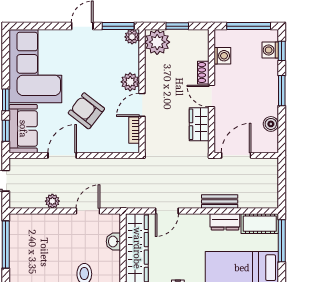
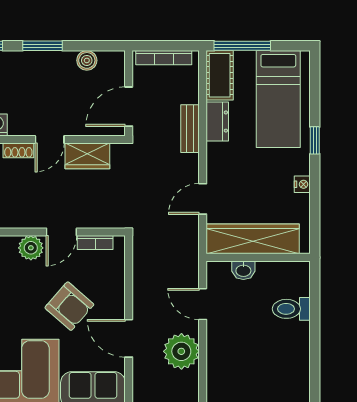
door: (142, 105) -> (61, 232), hinge flipped
armchair: (86, 111) -> (69, 306), turned -87
door: (236, 155) -> (129, 107), hinge flipped
bookcase: (273, 182) -> (164, 58), added
plant: (52, 201) -> (181, 351), width x1.87, depth x1.87
door: (167, 211) -> (203, 199), swing flipped

